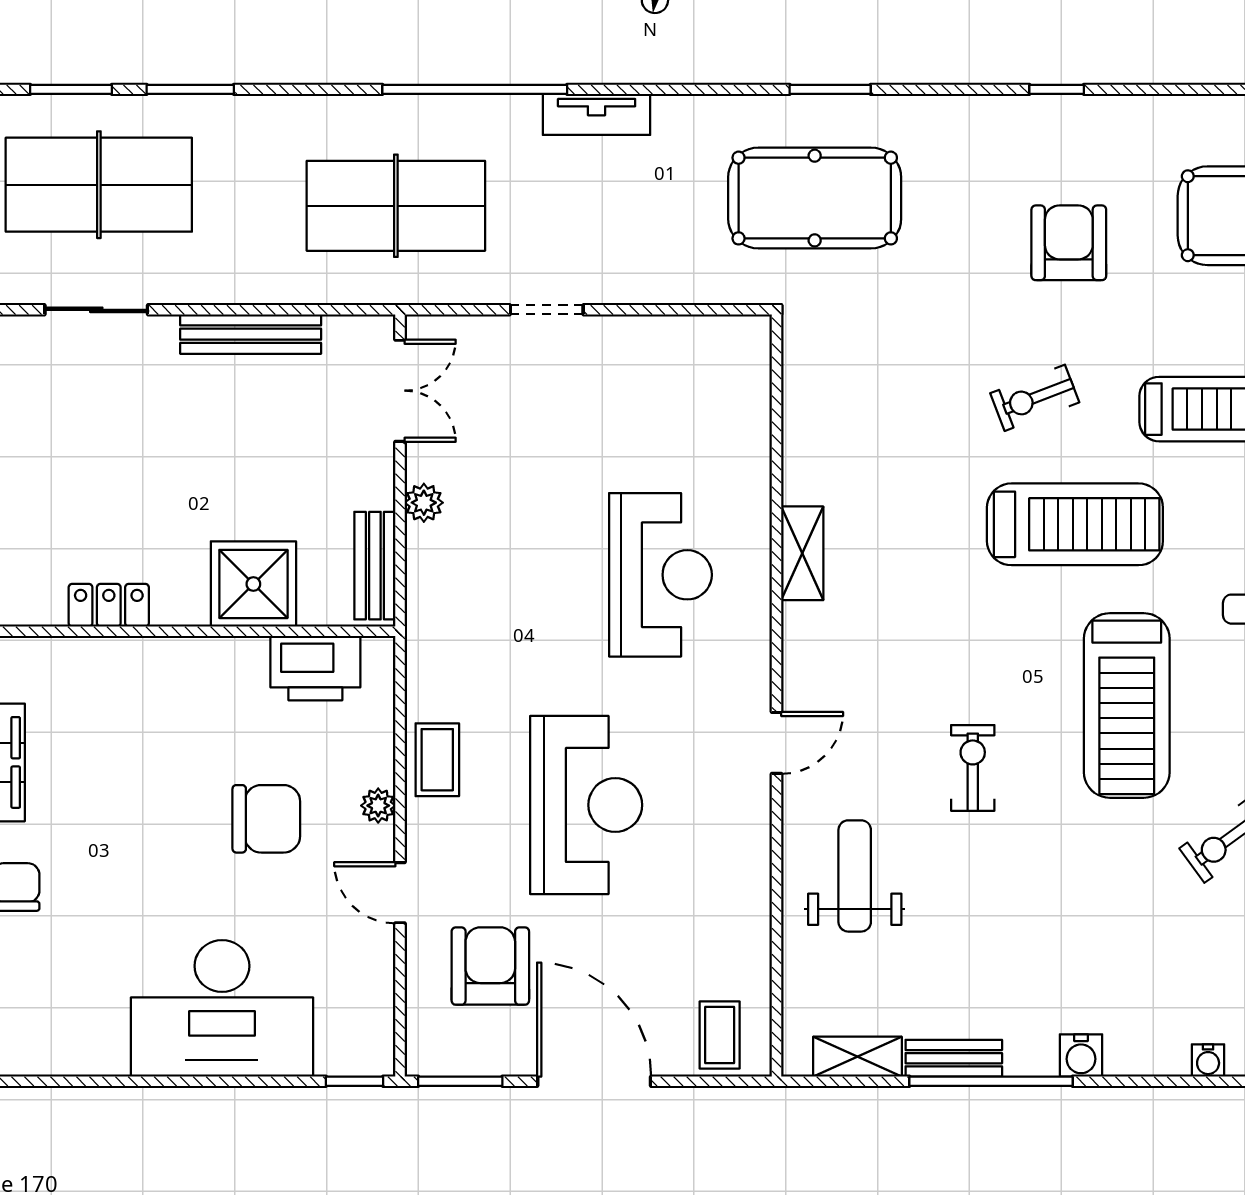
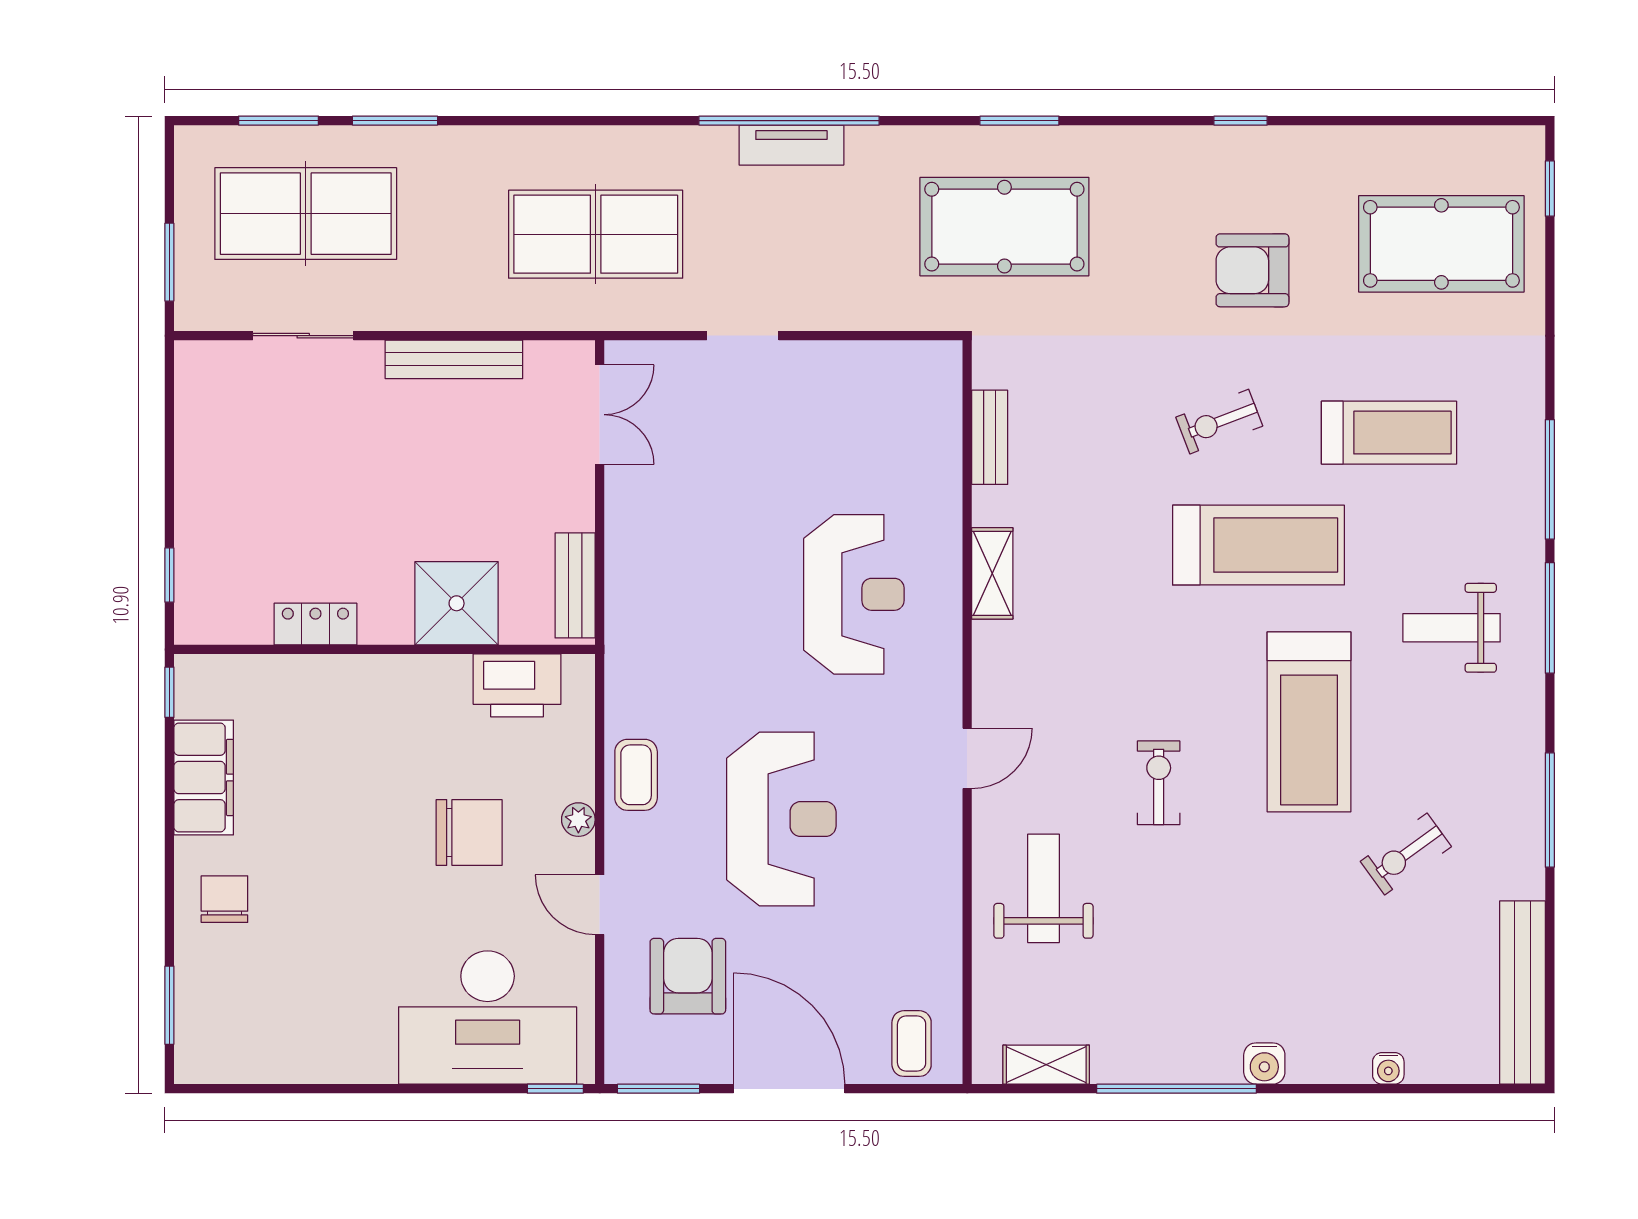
window: (475, 89) -> (789, 121), moved
armchair: (1069, 243) -> (1252, 270), turned -90
plant: (424, 503) -> (623, 524), removed
desk: (222, 1008) -> (488, 1018), moved
bench: (954, 1058) -> (990, 437), moved, turned 90

